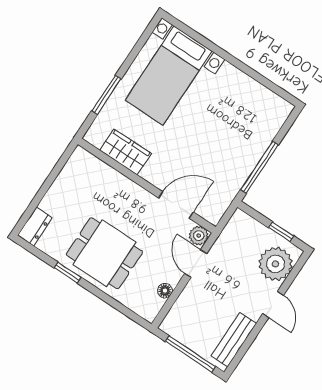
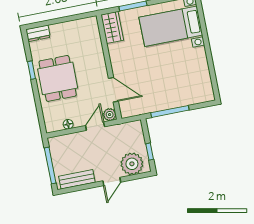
wardrobe: (125, 152) -> (112, 27), moved

